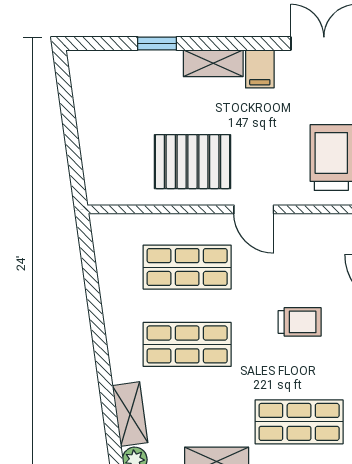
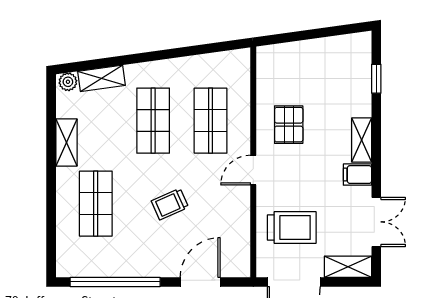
window: (157, 44) -> (376, 79), moved
pallet: (192, 162) -> (289, 125), width x0.67, depth x0.71
trolley: (300, 322) -> (170, 204), turned 66

